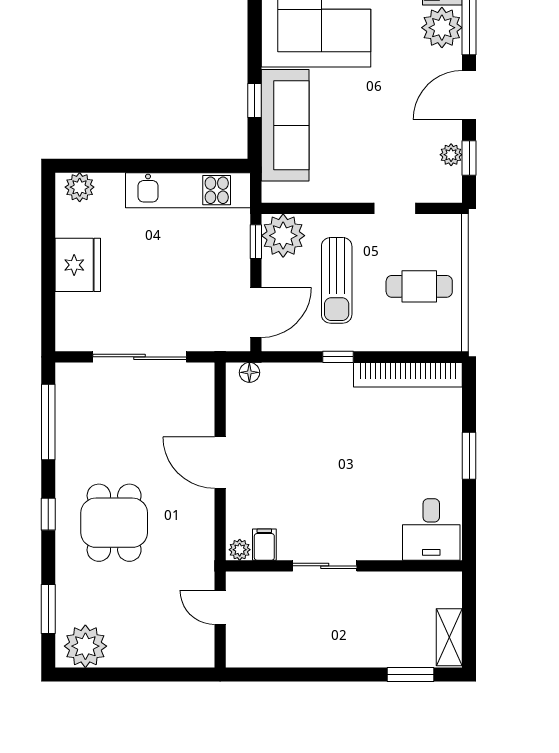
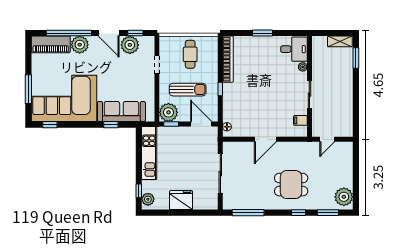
plant: (451, 155) -> (130, 45), width x1.88, depth x1.88
window: (99, 166) -> (139, 191), added
window: (48, 514) -> (299, 213), moved
plant: (240, 550) -> (303, 67), moved

